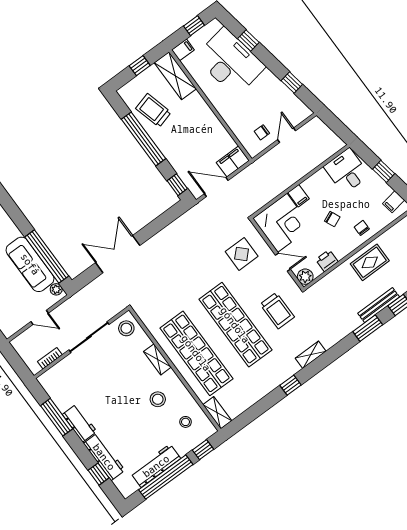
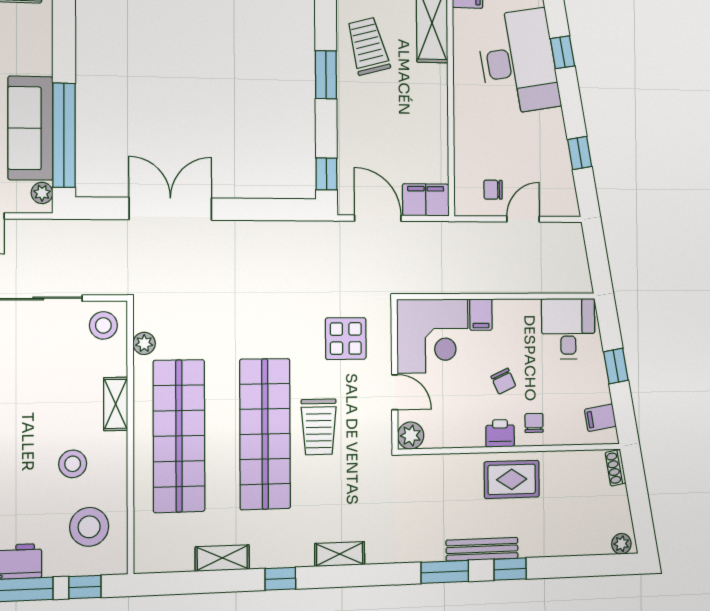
window: (144, 139) -> (326, 75), width x0.47
printer: (327, 261) -> (500, 433), moved
trolley: (277, 311) -> (319, 427), moved
plant: (150, 323) -> (144, 343), added
shelving: (217, 413) -> (222, 558), moved, turned 90
stool: (186, 422) -> (89, 527), width x1.89, depth x1.89

